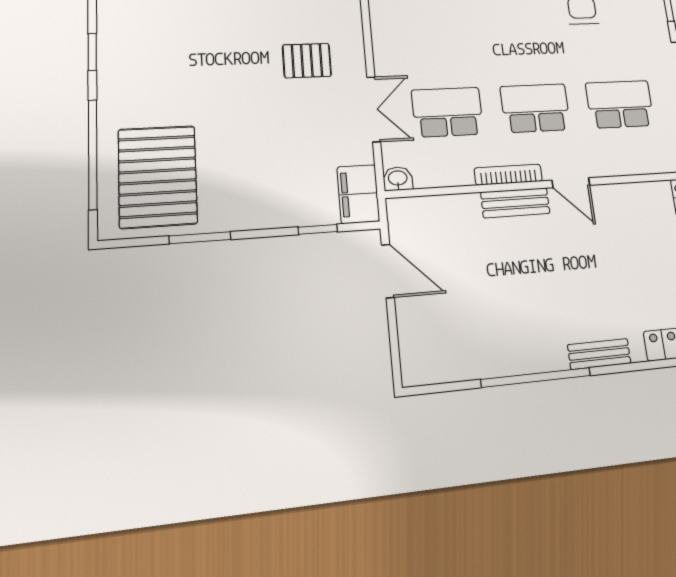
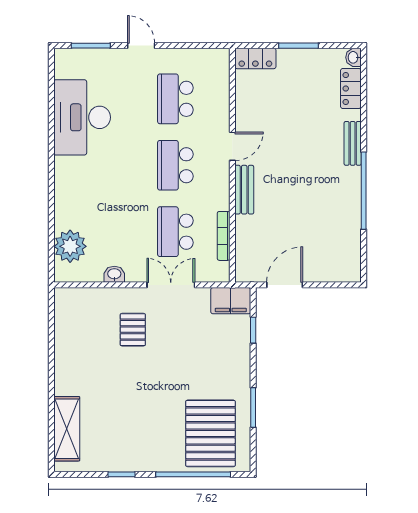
bookcase: (508, 175) -> (224, 236), moved
pallet: (158, 176) -> (210, 433), turned 90
washbasin: (398, 179) -> (114, 274), moved, turned 90

